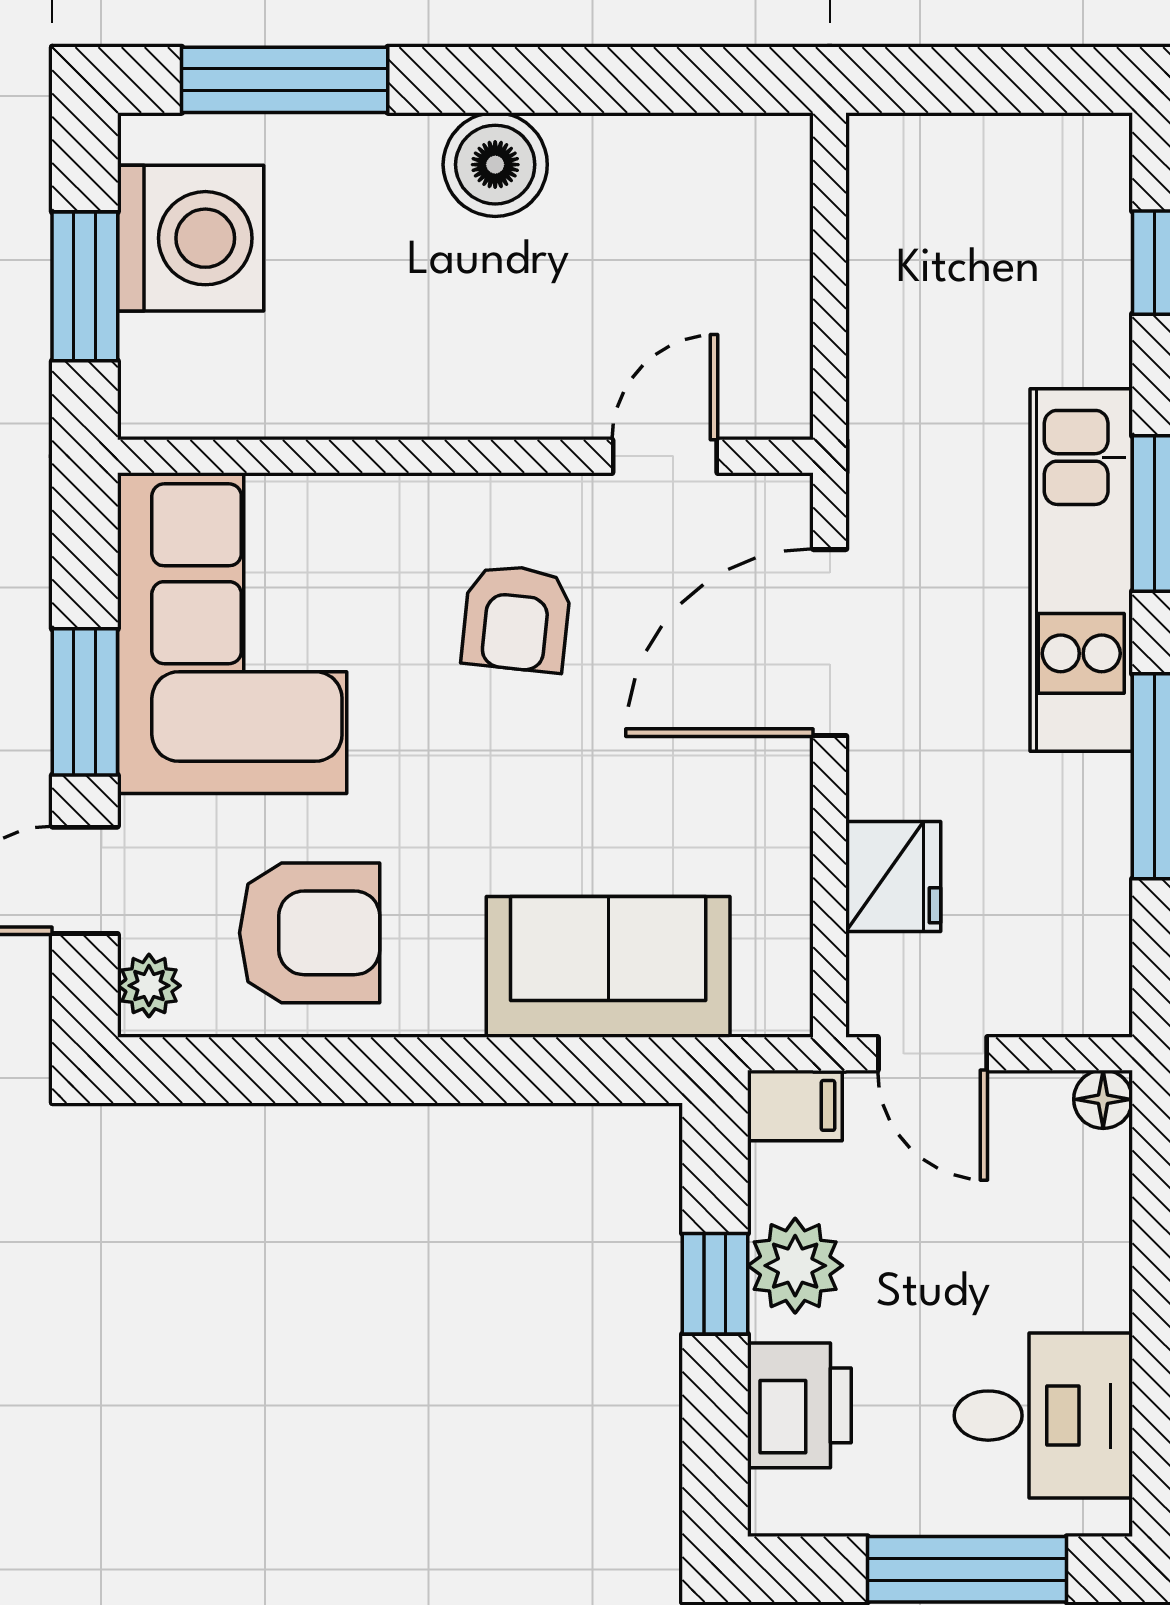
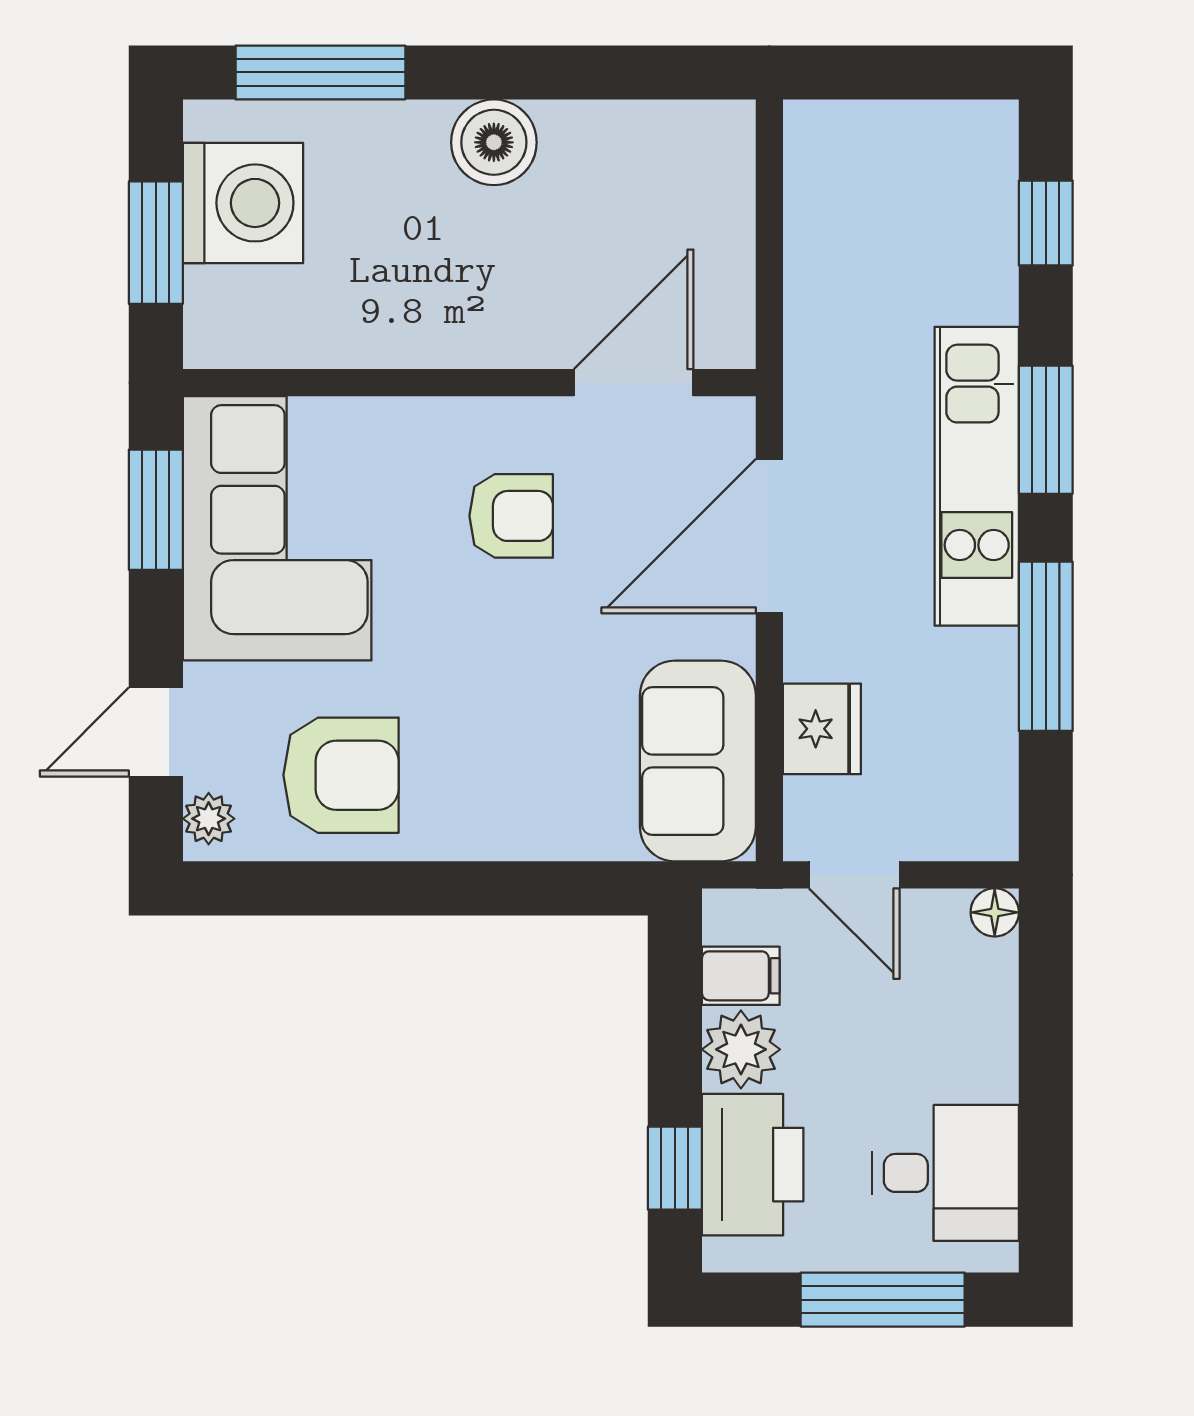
door: (665, 456) -> (634, 383), width x1.38
armchair: (516, 618) -> (511, 516), turned -96
window: (85, 702) -> (156, 510), moved
sofa: (608, 967) -> (698, 761), moved, turned -90
filing cabinet: (795, 1105) -> (741, 976), moved
window: (715, 1284) -> (675, 1168), moved
printer: (799, 1405) -> (753, 1165), width x1.37, depth x1.19

